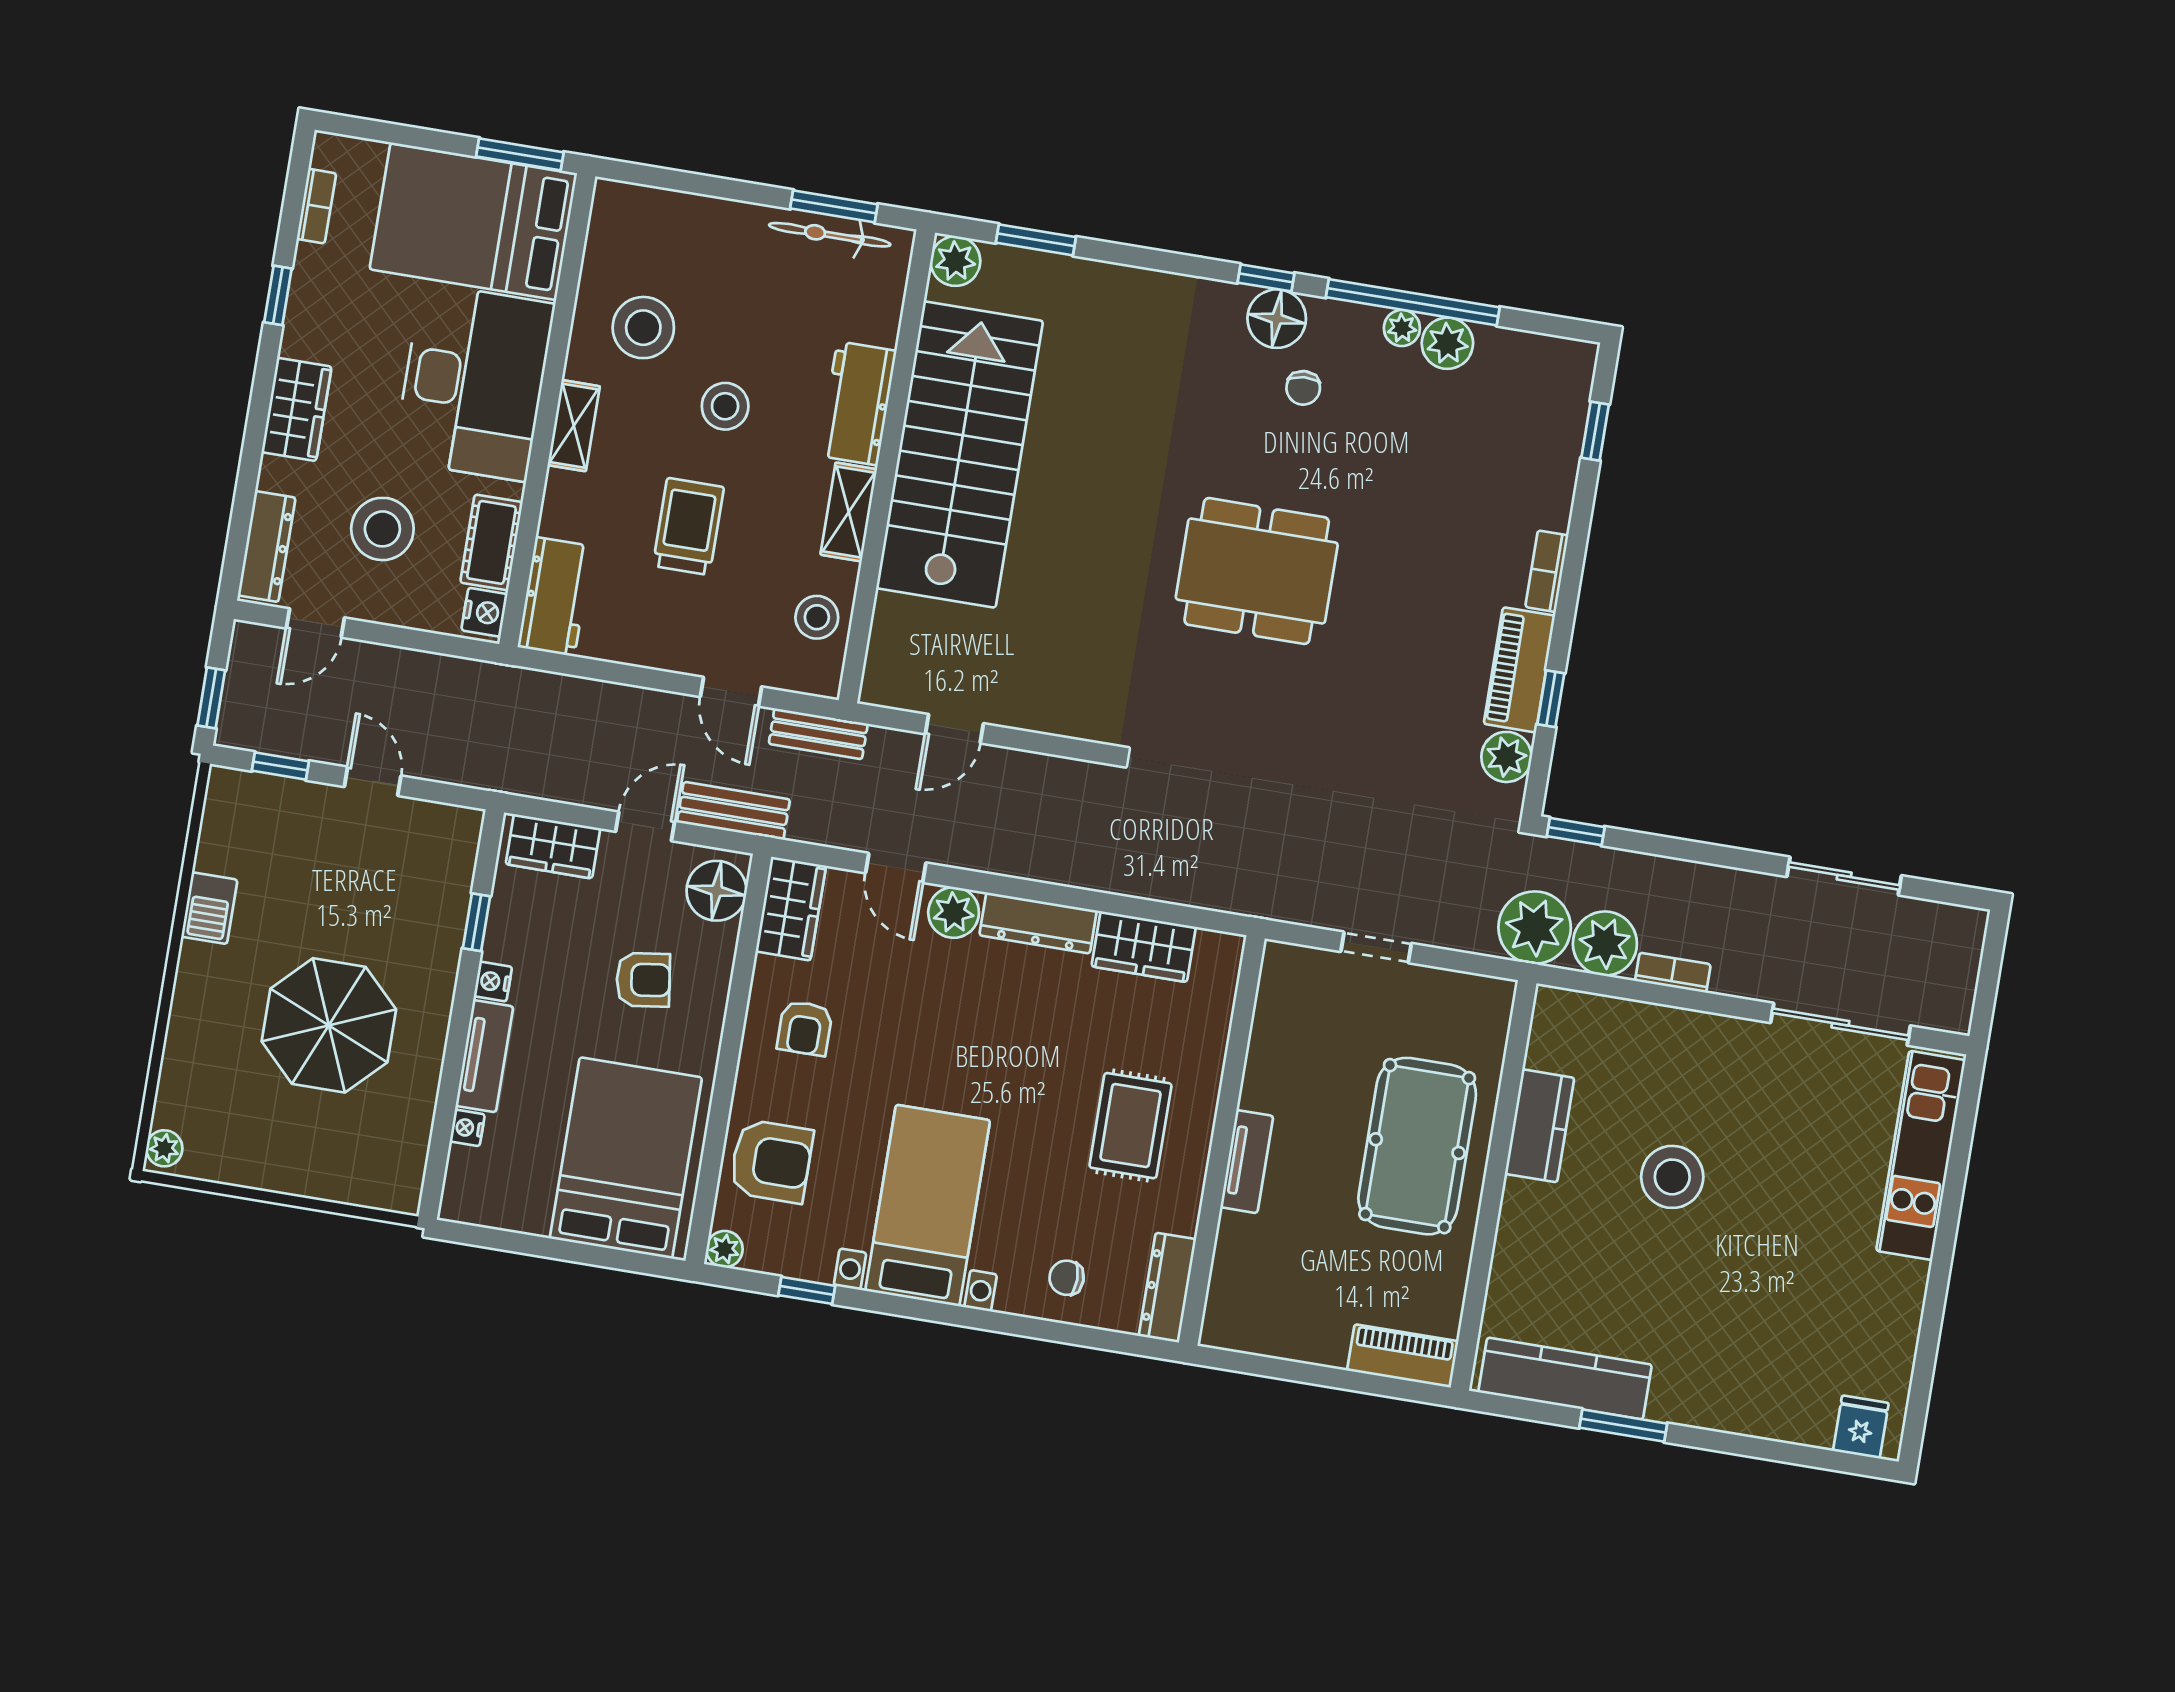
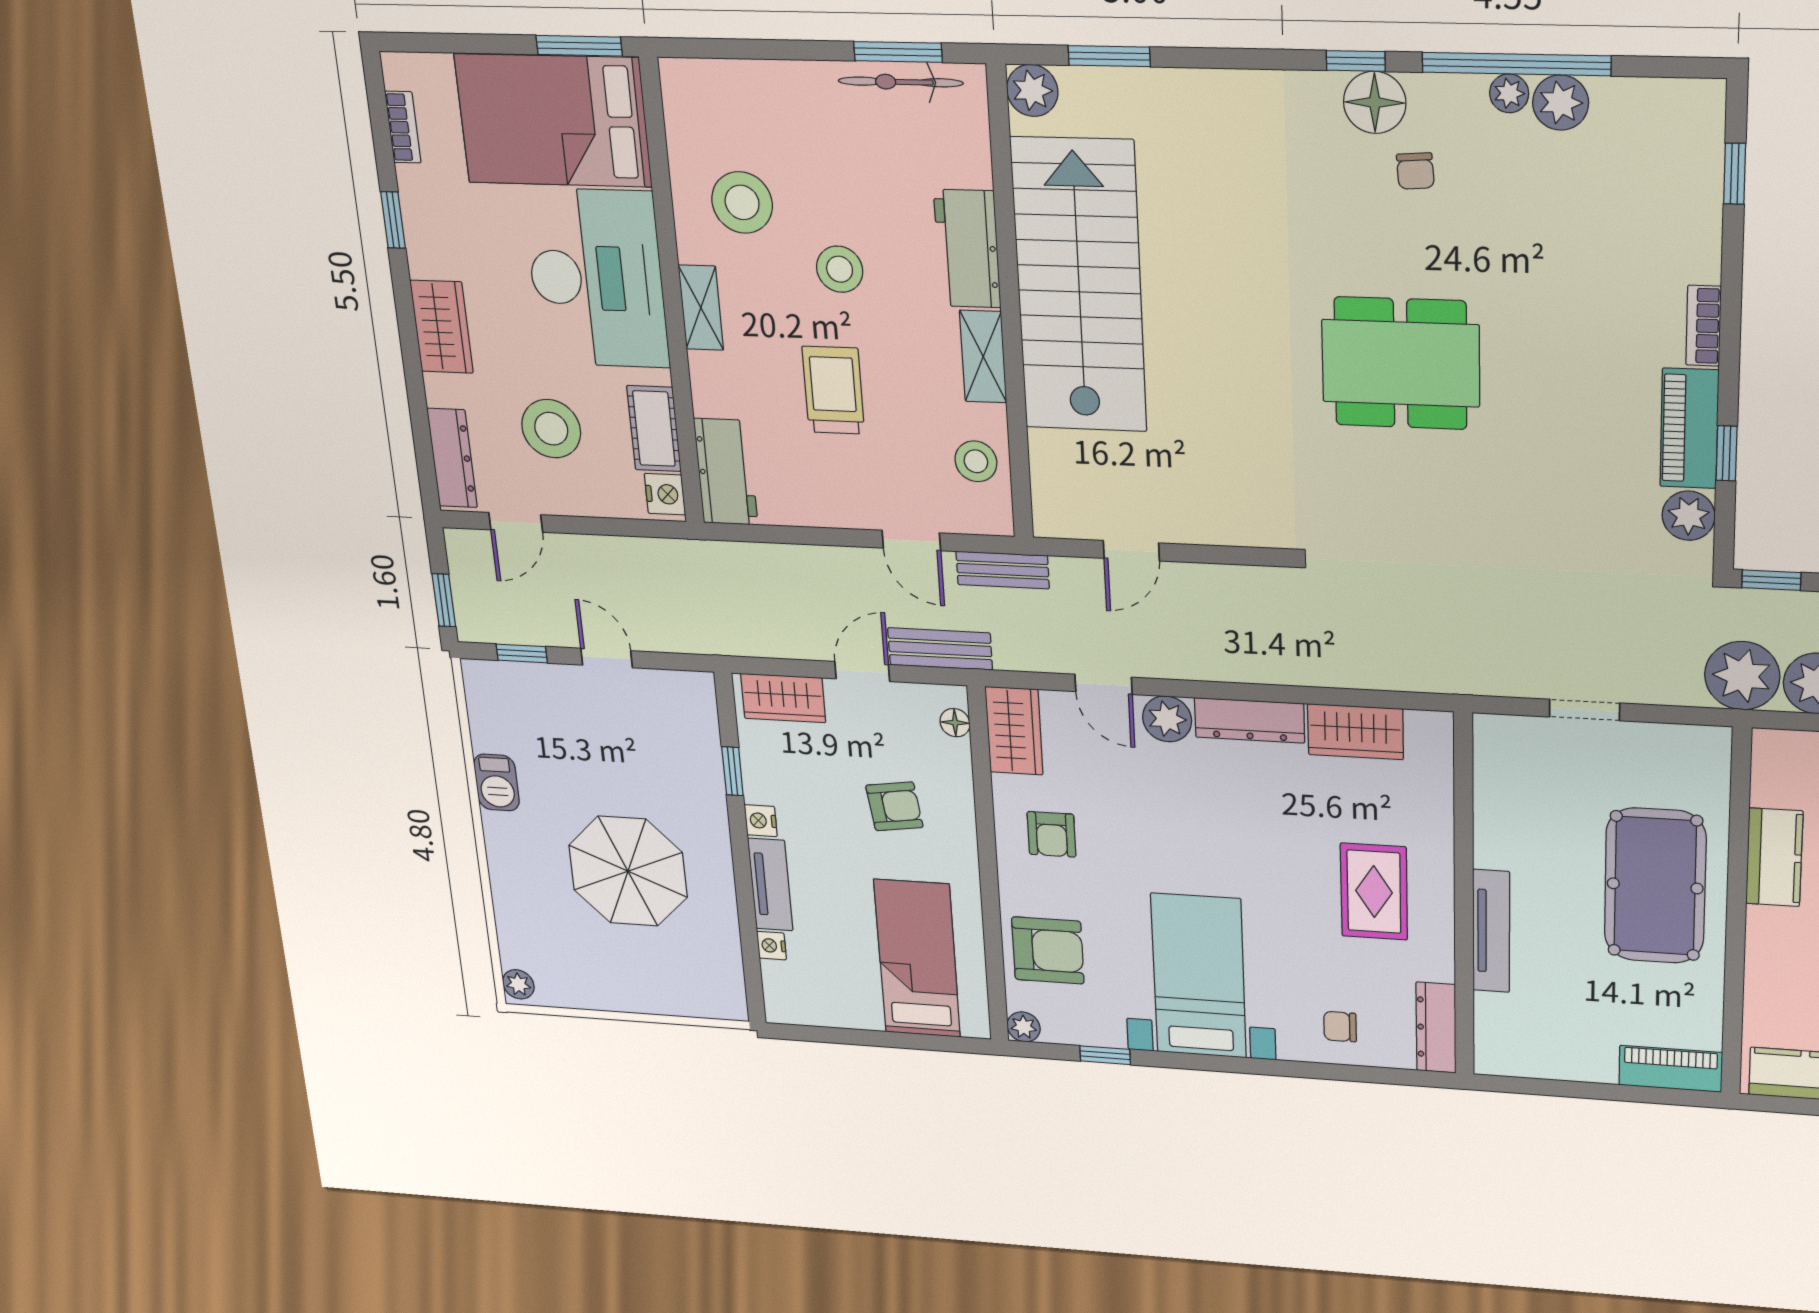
floor lamp: (717, 891) -> (955, 723), width x0.53, depth x0.53
bed: (626, 1158) -> (917, 959), width x0.67
tv unit: (1247, 1162) -> (1491, 931), width x1.41

